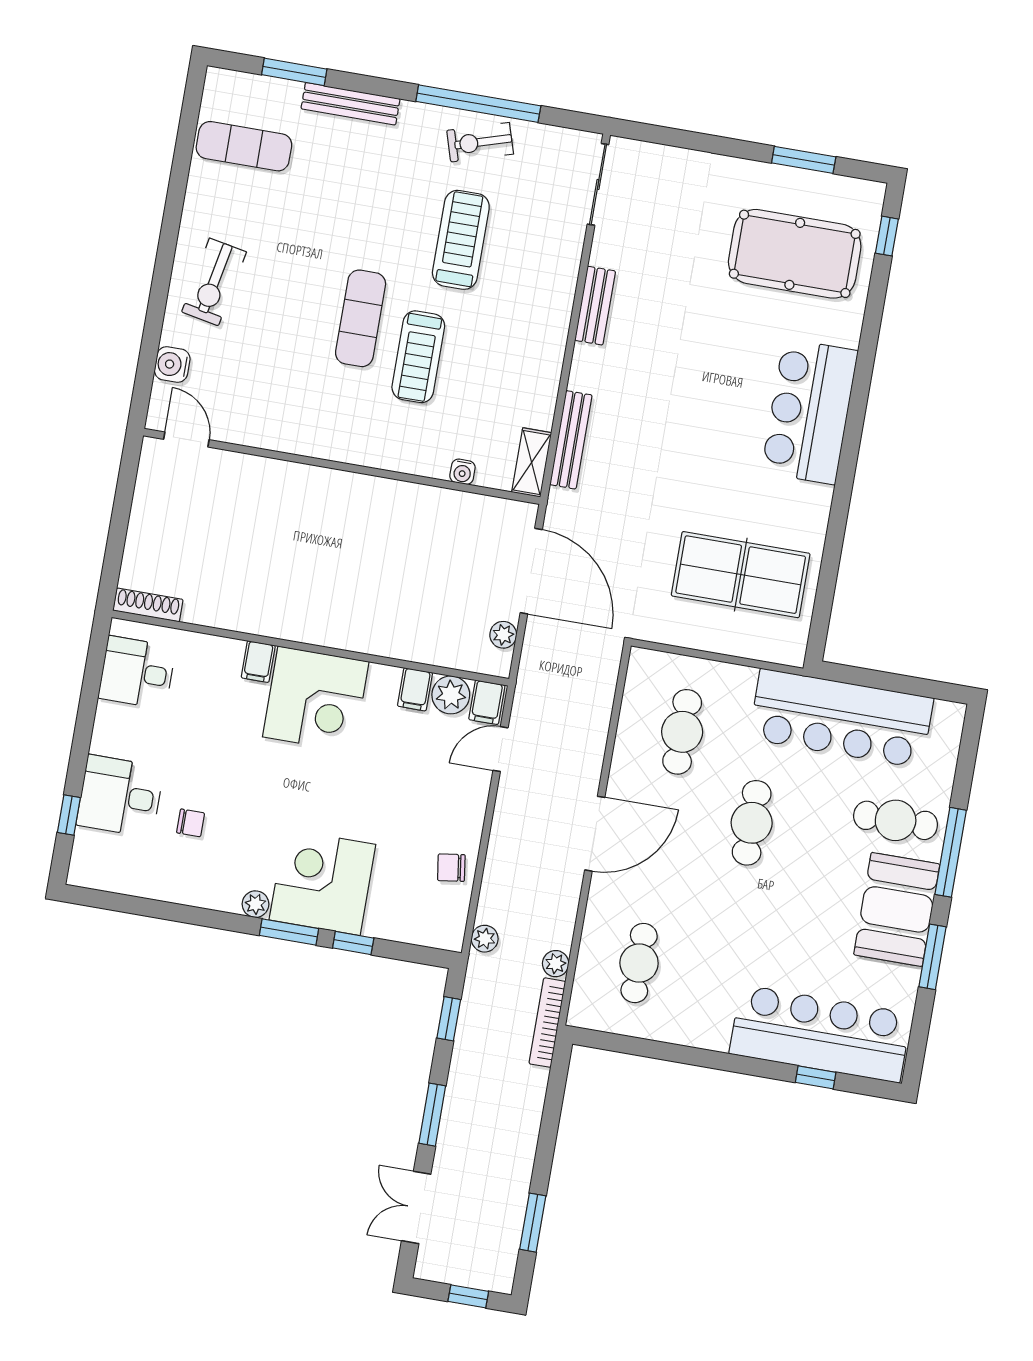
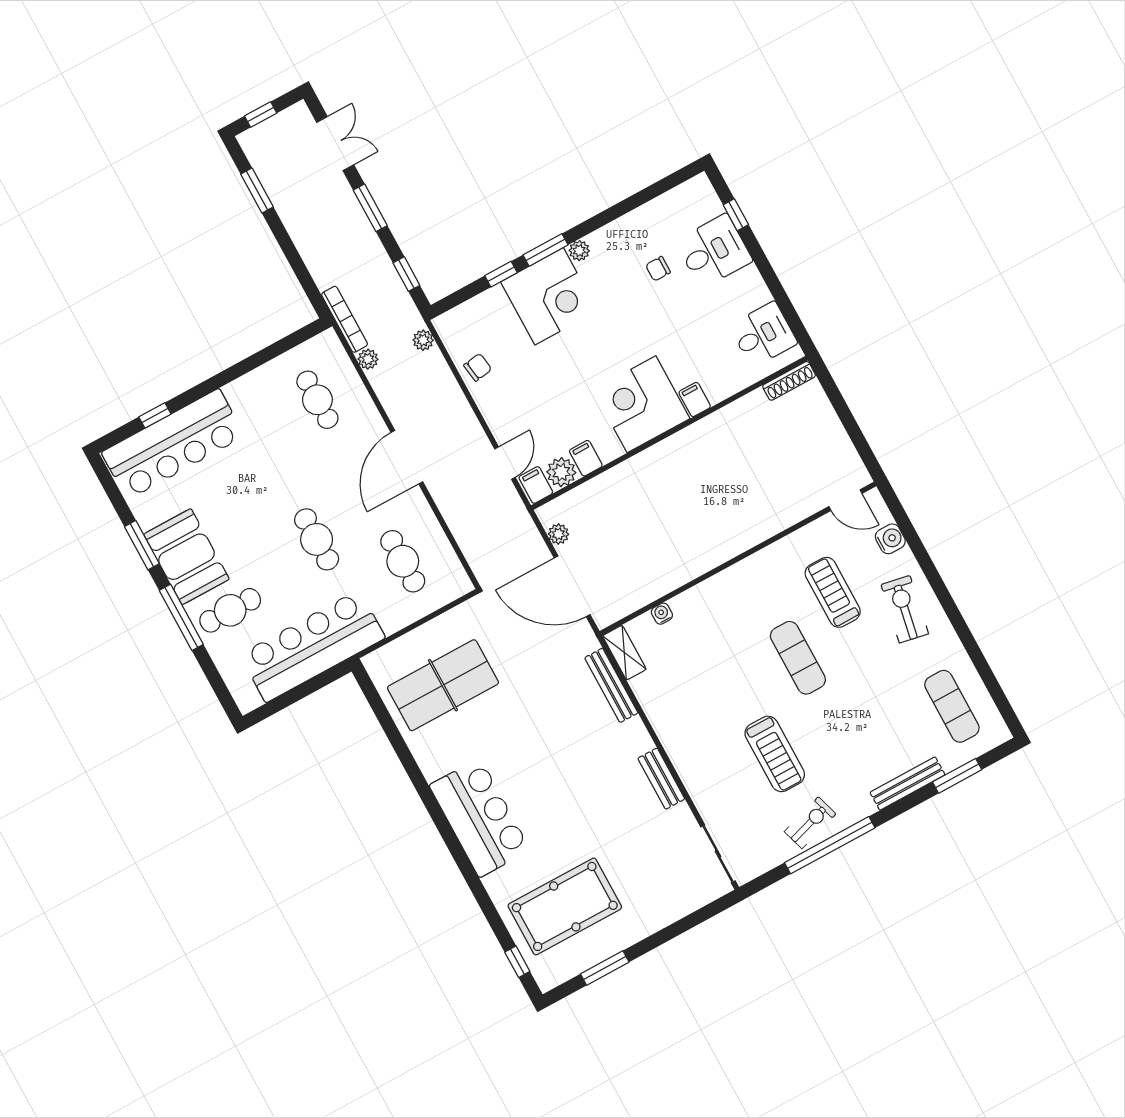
exercise mat: (244, 146) -> (952, 706), turned 90
treadmill: (418, 357) -> (833, 592), moved

